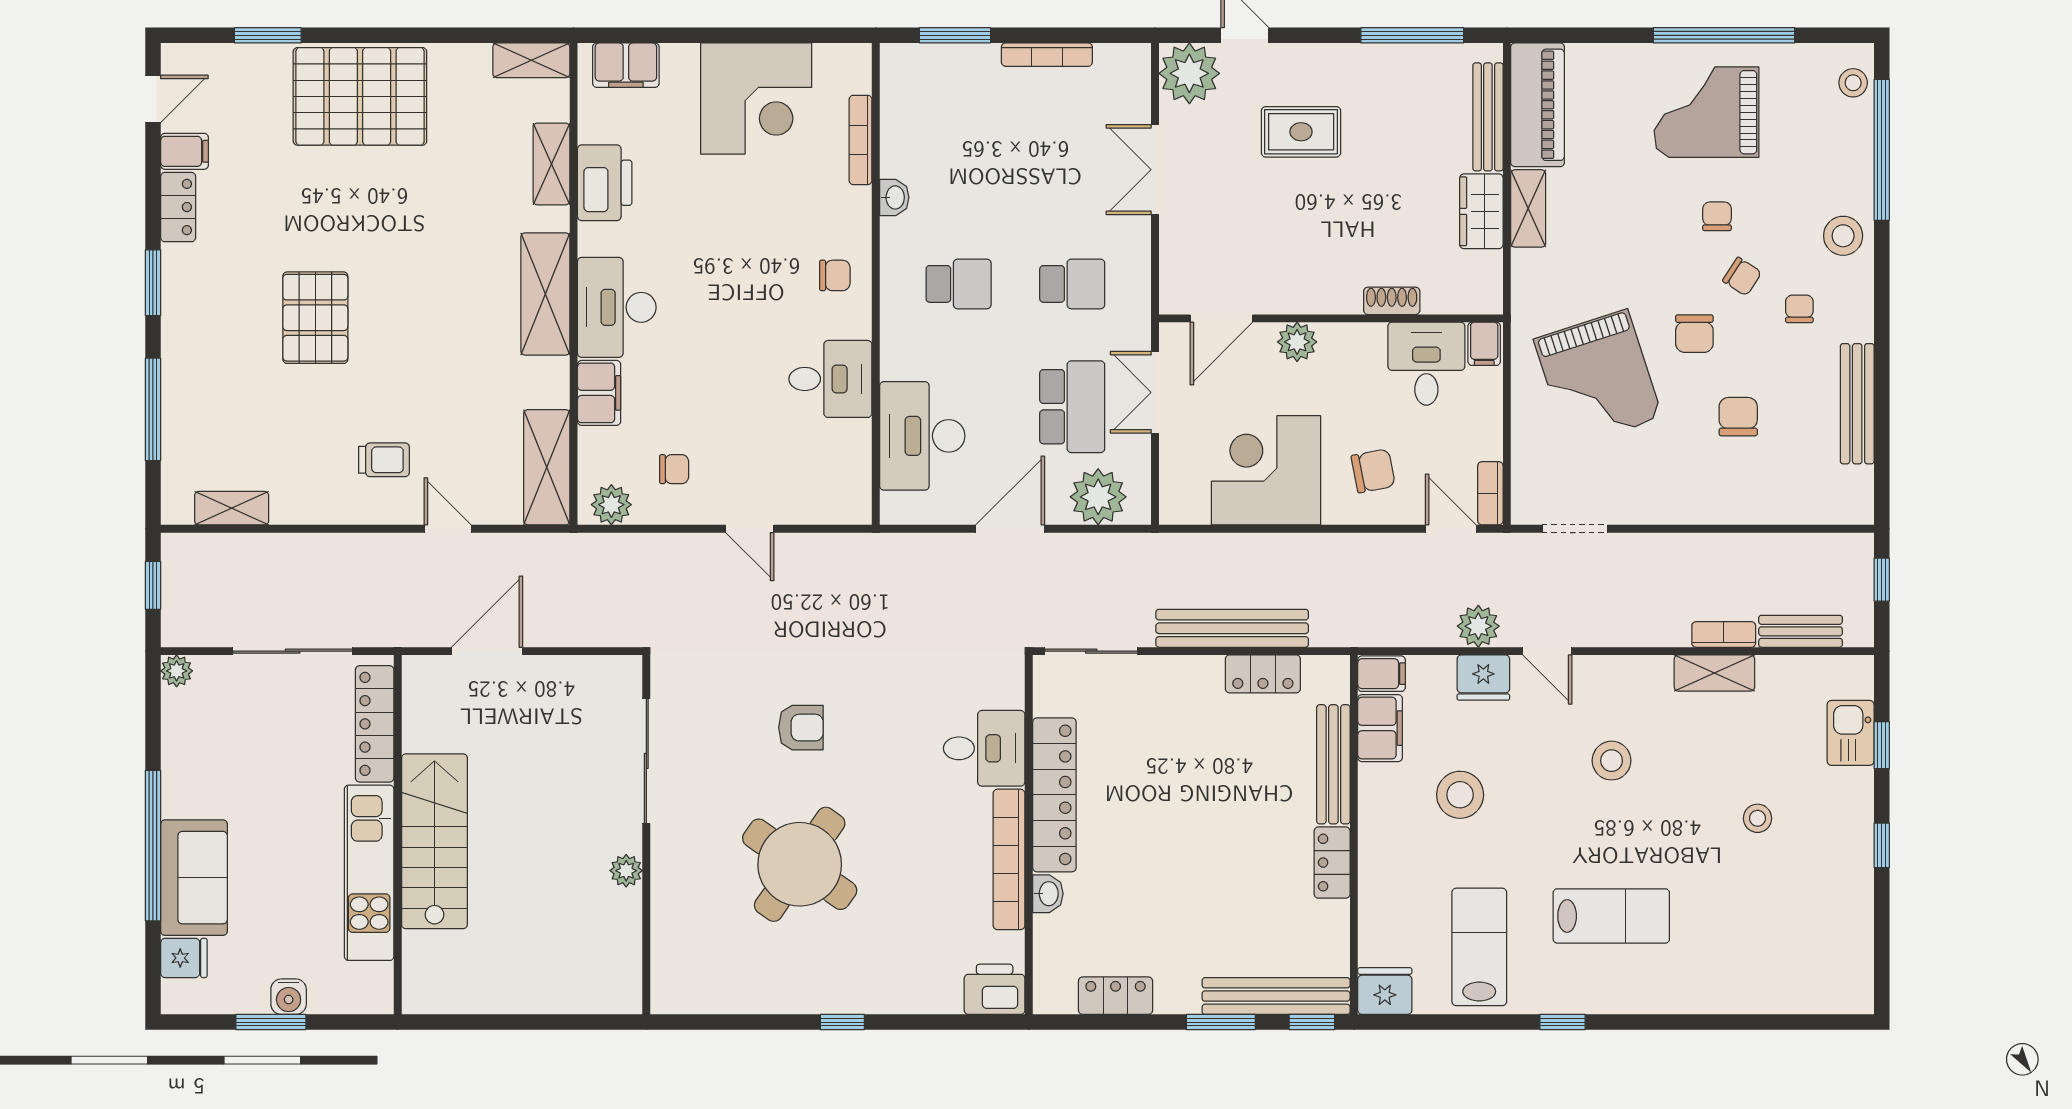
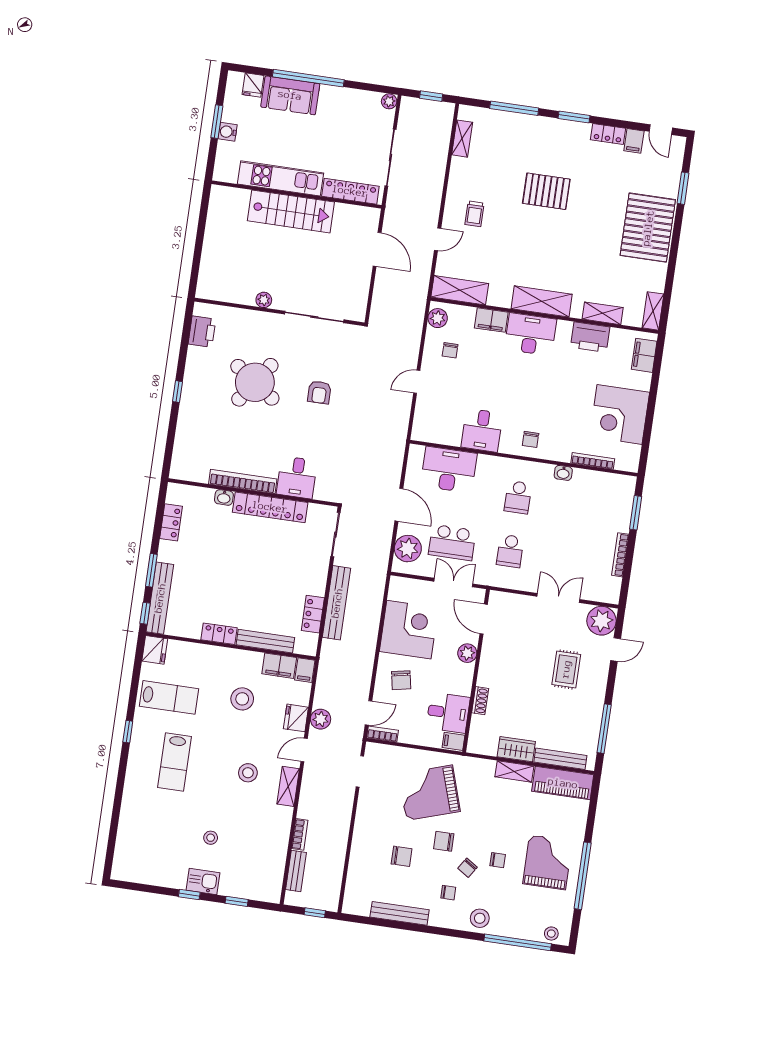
shelving: (1714, 673) -> (288, 786), moved
kitchen sink: (1851, 733) -> (203, 881), moved
printer: (995, 989) -> (202, 332), moved

